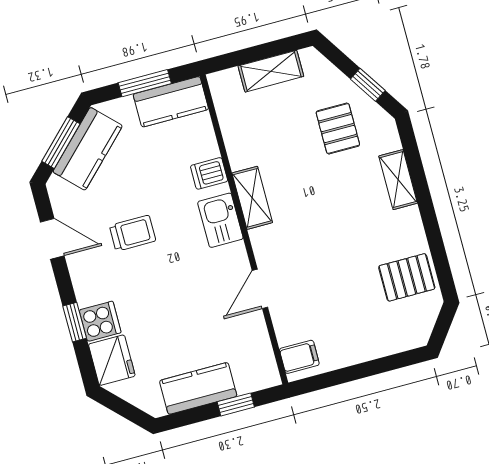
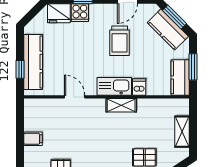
kitchen sink: (220, 220) -> (114, 86), width x1.38
trolley: (133, 233) -> (120, 41), width x1.36, depth x1.39
filing cabinet: (299, 357) -> (33, 139), moved, turned -90
kitchen counter: (198, 388) -> (33, 62), width x1.50

